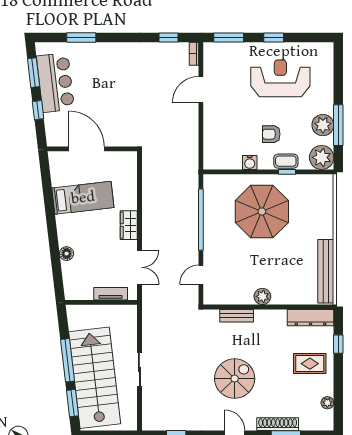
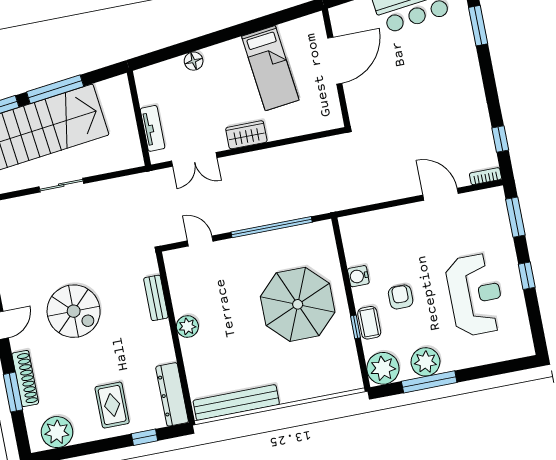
plant: (327, 403) -> (57, 432), width x1.88, depth x1.88

